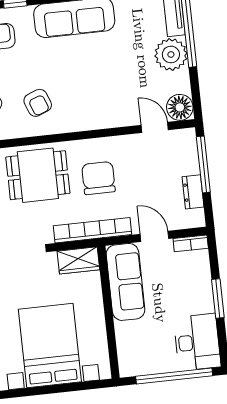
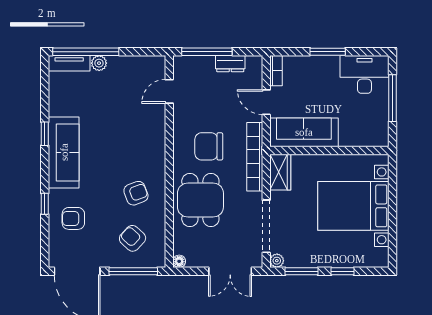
plant: (171, 54) -> (99, 63), width x0.53, depth x0.53
floor lamp: (180, 107) -> (154, 67), removed
door: (154, 236) -> (266, 102), hinge flipped
window: (174, 376) -> (392, 98), width x0.68

